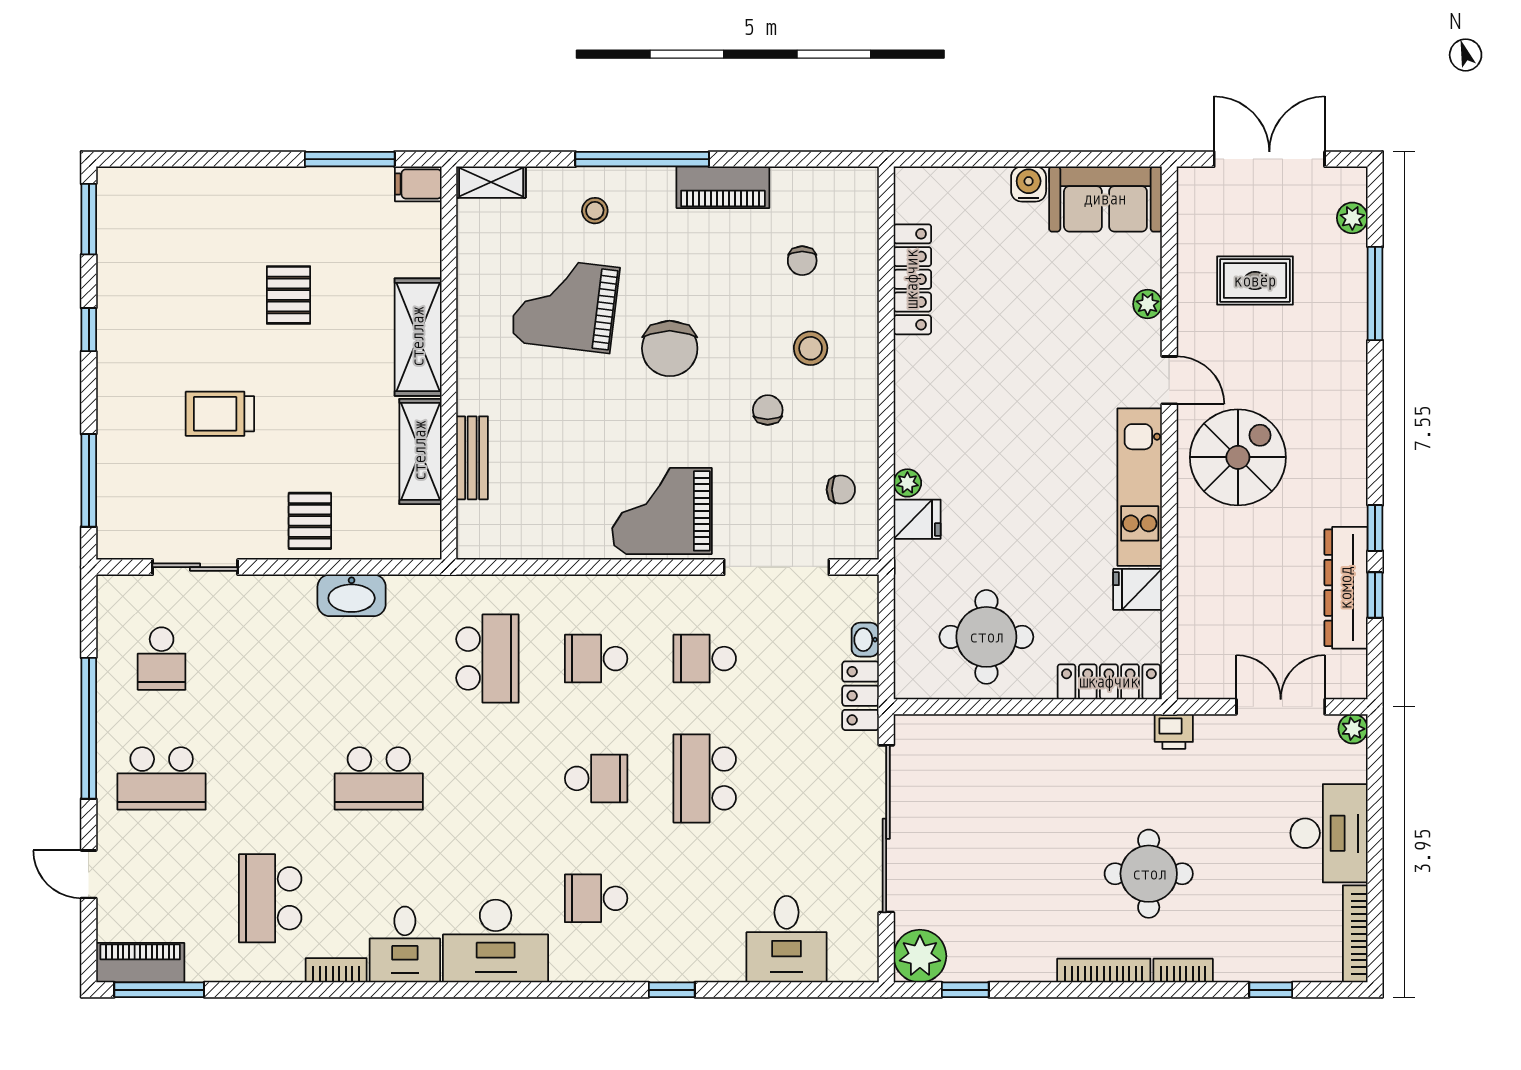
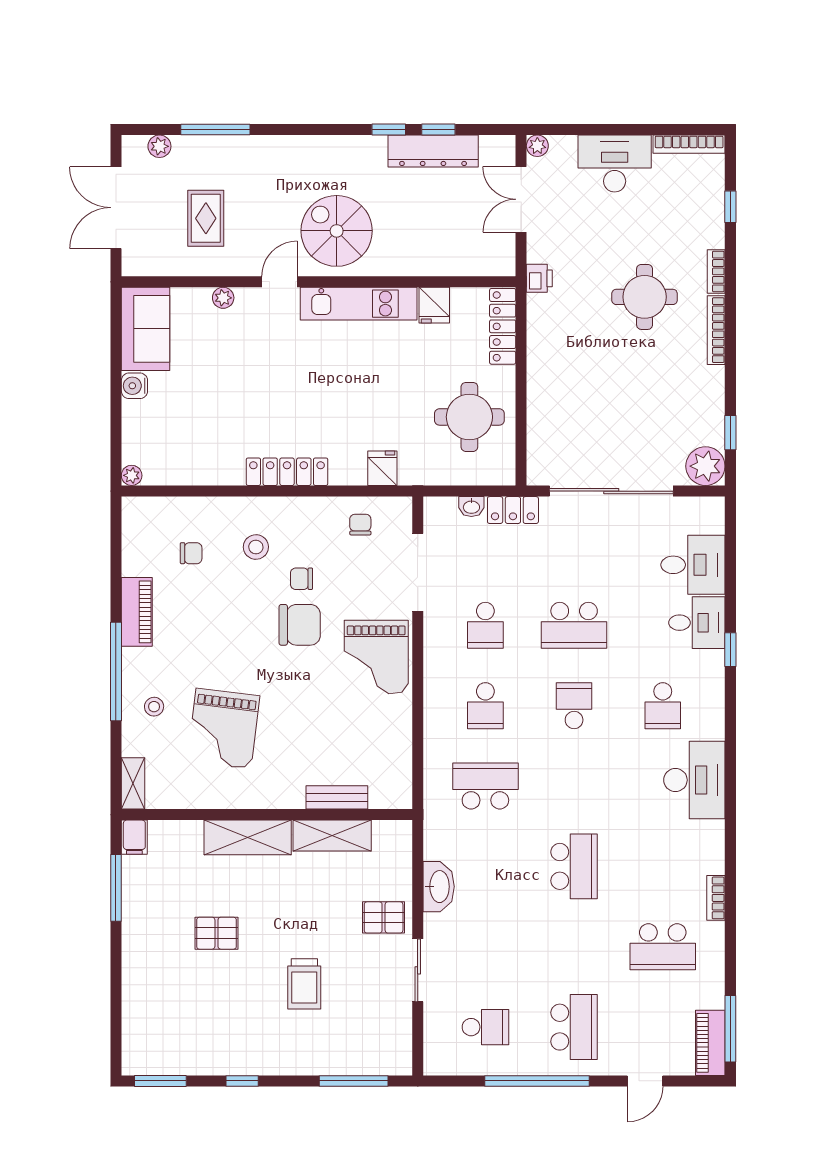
locker: (912, 279) -> (287, 472), moved
chair: (670, 348) -> (300, 625), moved
plant: (907, 483) -> (132, 475), moved
sliding door: (195, 567) -> (418, 970), moved
desk: (405, 944) -> (697, 623), moved

